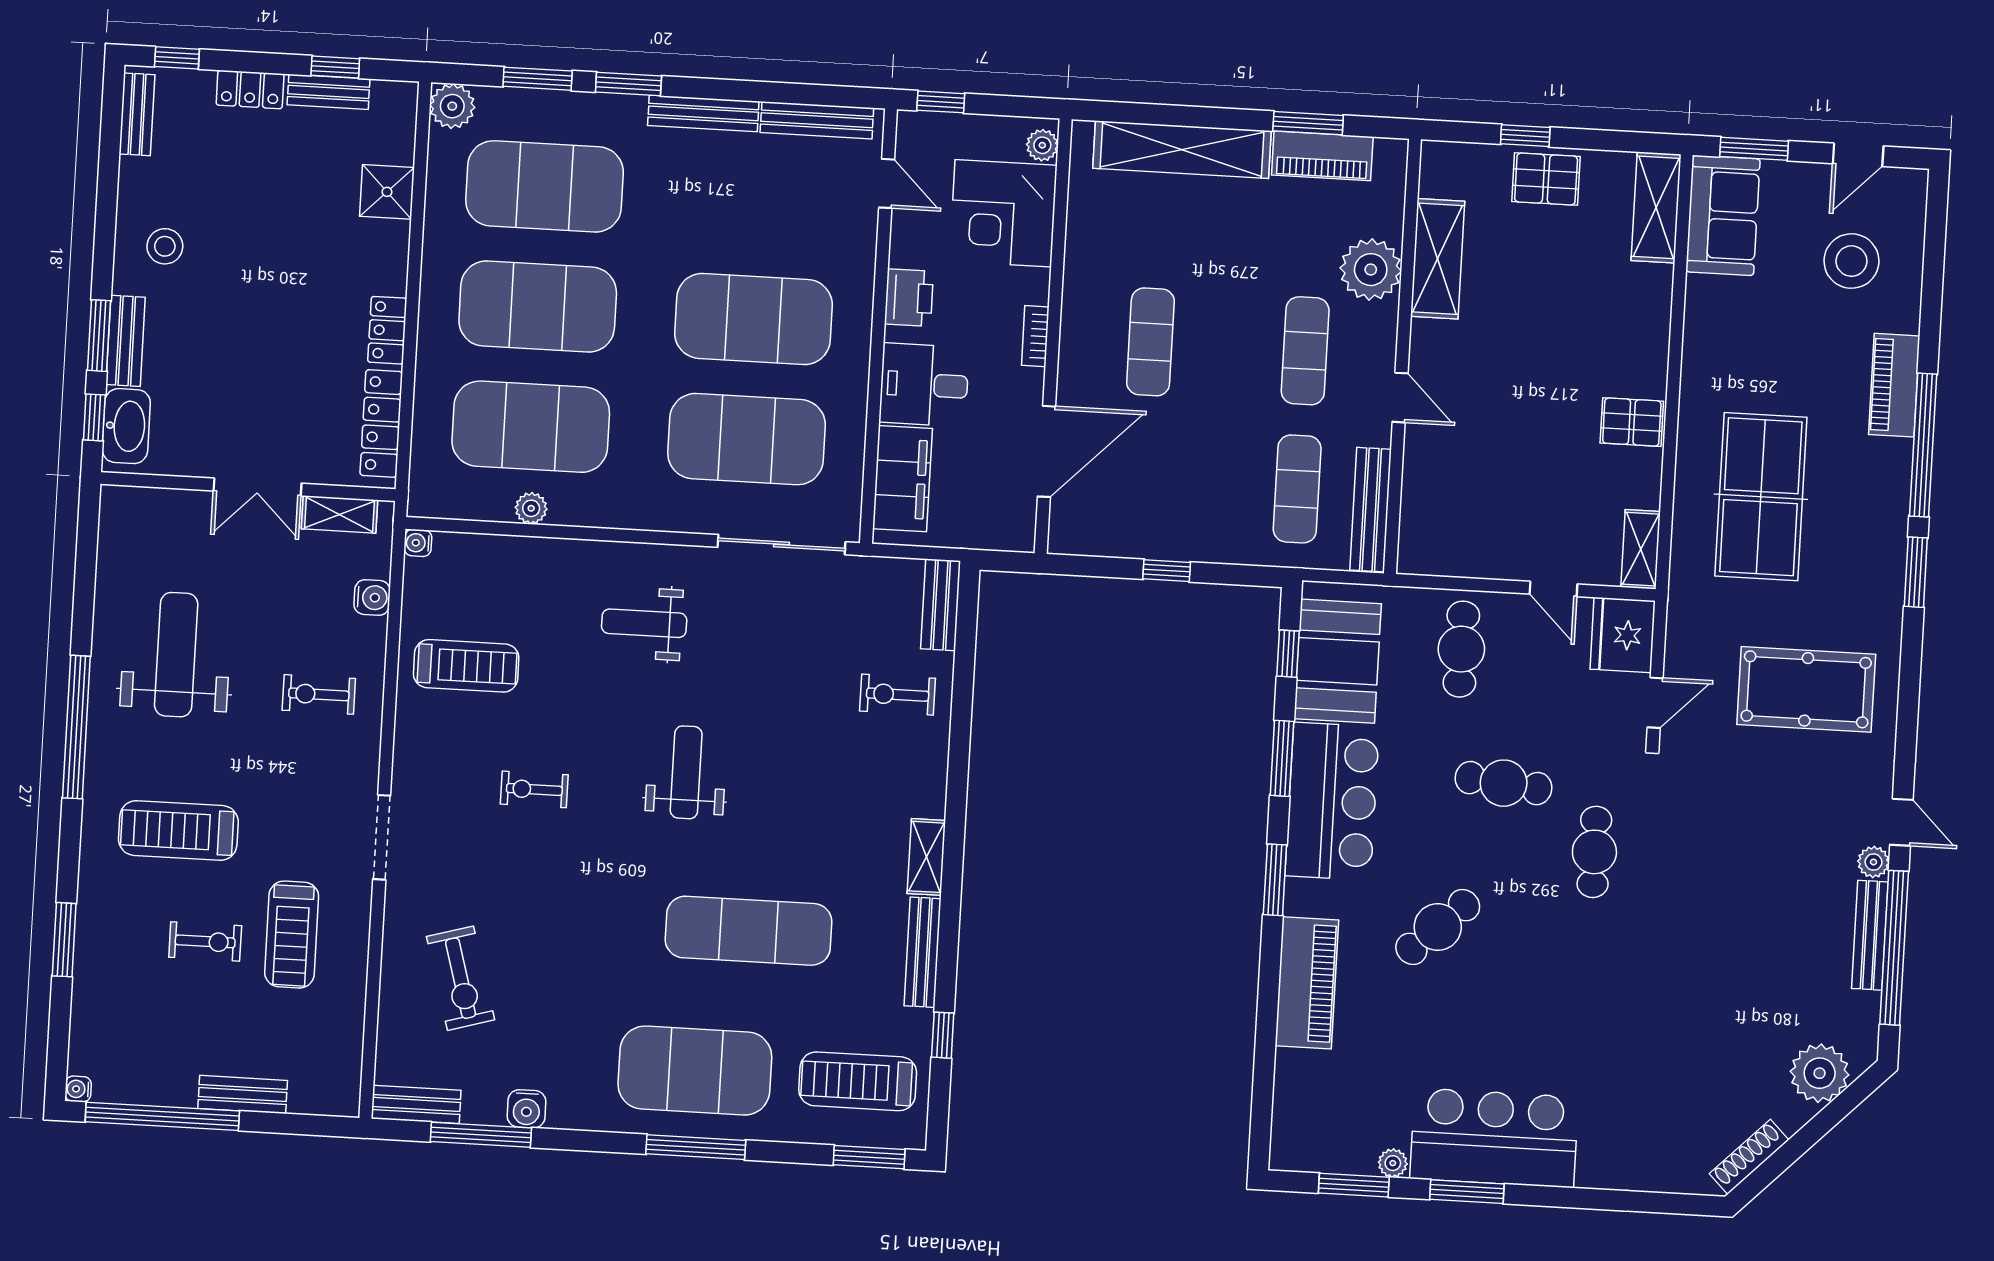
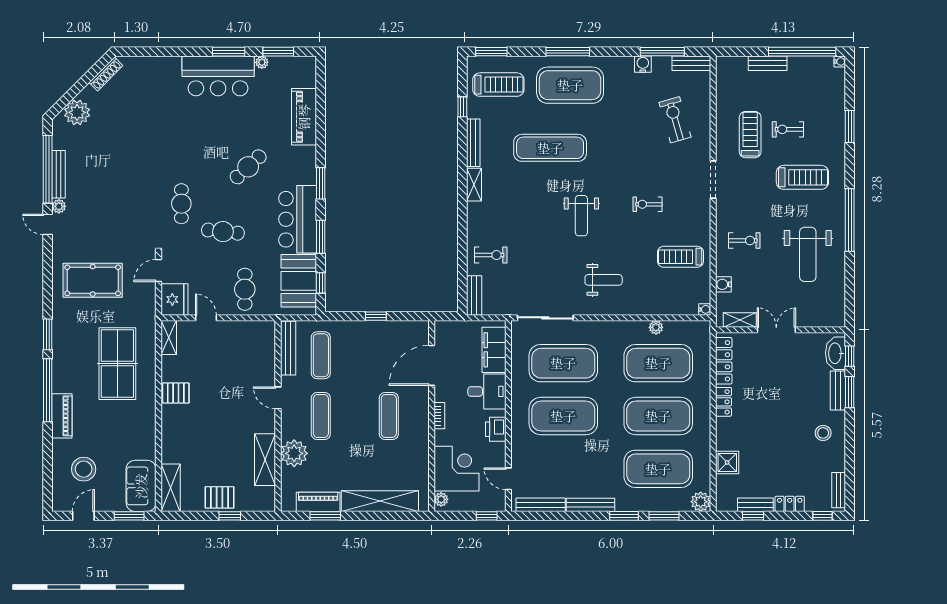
exercise bike: (534, 789) -> (647, 204), turned 180
piano: (1307, 983) -> (304, 117), moved

